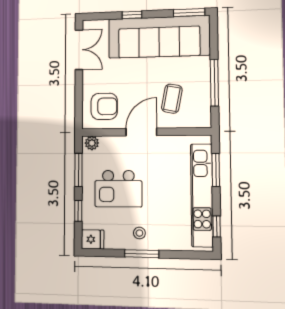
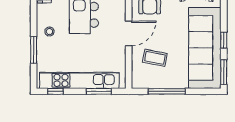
window: (132, 15) -> (224, 40), moved
door: (141, 132) -> (129, 33), hinge flipped
window: (142, 254) -> (34, 50), moved

